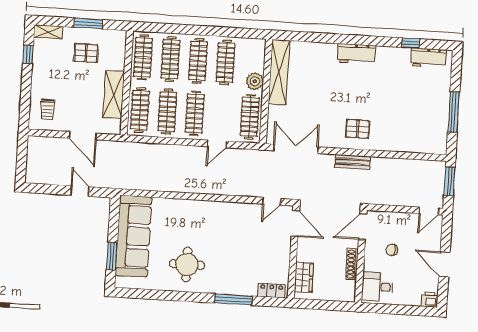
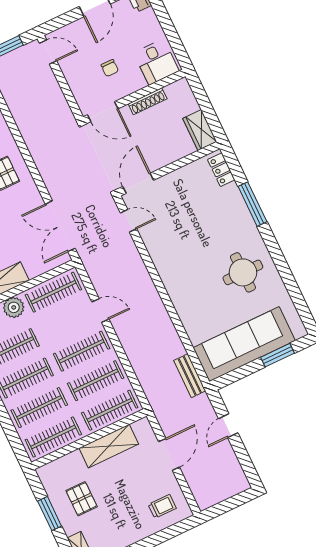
bench: (353, 162) -> (190, 376), moved
wardrobe: (304, 277) -> (200, 130), moved, turned -90

